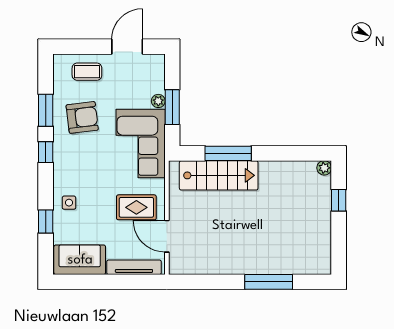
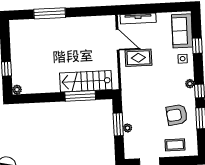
corner sofa: (141, 144) -> (138, 100), removed
plant: (60, 164) -> (190, 84), added
sofa: (80, 260) -> (182, 31), moved, turned 90

